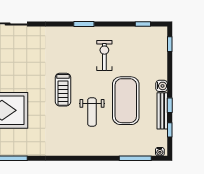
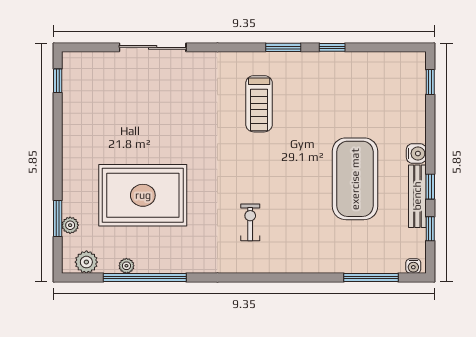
window: (143, 24) -> (332, 47), moved
exercise bike: (104, 56) -> (250, 222), moved, width x0.73, depth x0.72
treadmill: (63, 90) -> (259, 104), moved
weight bench: (92, 112) -> (297, 198), removed

